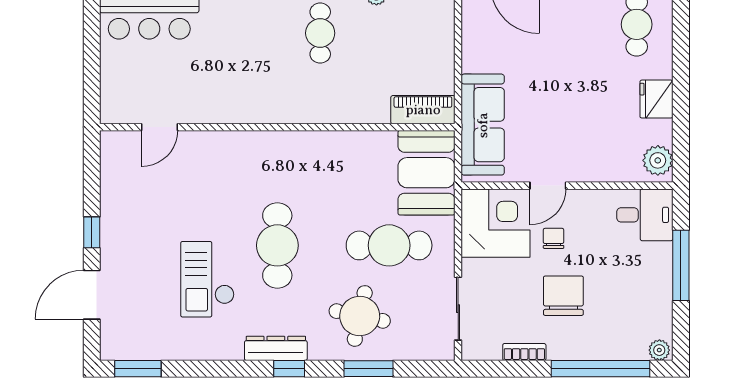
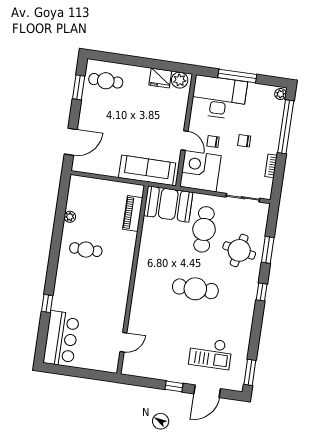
fridge: (656, 99) -> (160, 78), moved
piano: (423, 110) -> (133, 213), moved
door: (160, 127) -> (123, 342), hinge flipped
desk: (645, 215) -> (219, 97), width x1.87, depth x1.30
checkout: (207, 279) -> (210, 353), moved
door: (92, 295) -> (207, 391), hinge flipped
chair: (563, 296) -> (244, 141), width x0.54, depth x0.54
dresser: (276, 348) -> (250, 298), removed

